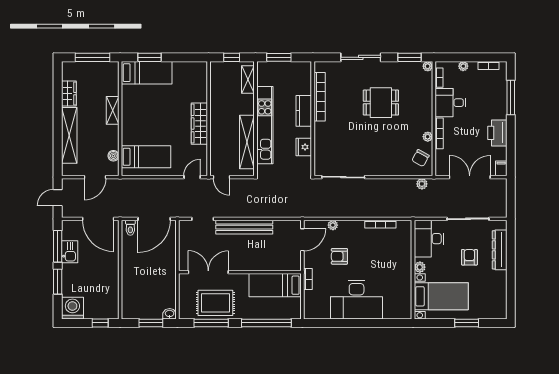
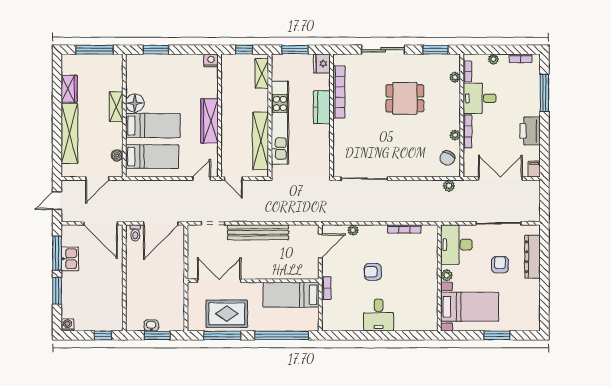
plant: (428, 66) -> (455, 77), moved
nightstand: (201, 67) -> (211, 60), added
bed: (147, 73) -> (153, 126), moved
floor lamp: (130, 107) -> (135, 103), added
fridge: (304, 147) -> (322, 64), moved
armchair: (339, 256) -> (373, 272), moved
desk: (357, 300) -> (379, 315), width x0.53, depth x0.77
washing machine: (72, 308) -> (67, 325), width x0.53, depth x0.53
washbasin: (170, 314) -> (151, 325), moved

